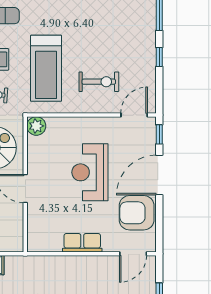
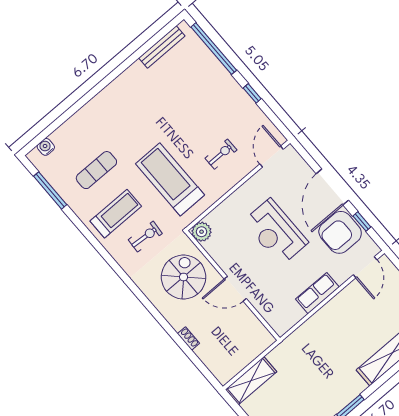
treadmill: (46, 68) -> (170, 179), turned 180
exercise bike: (99, 82) -> (221, 154), width x0.73, depth x0.72
window: (159, 134) -> (362, 221), moved

